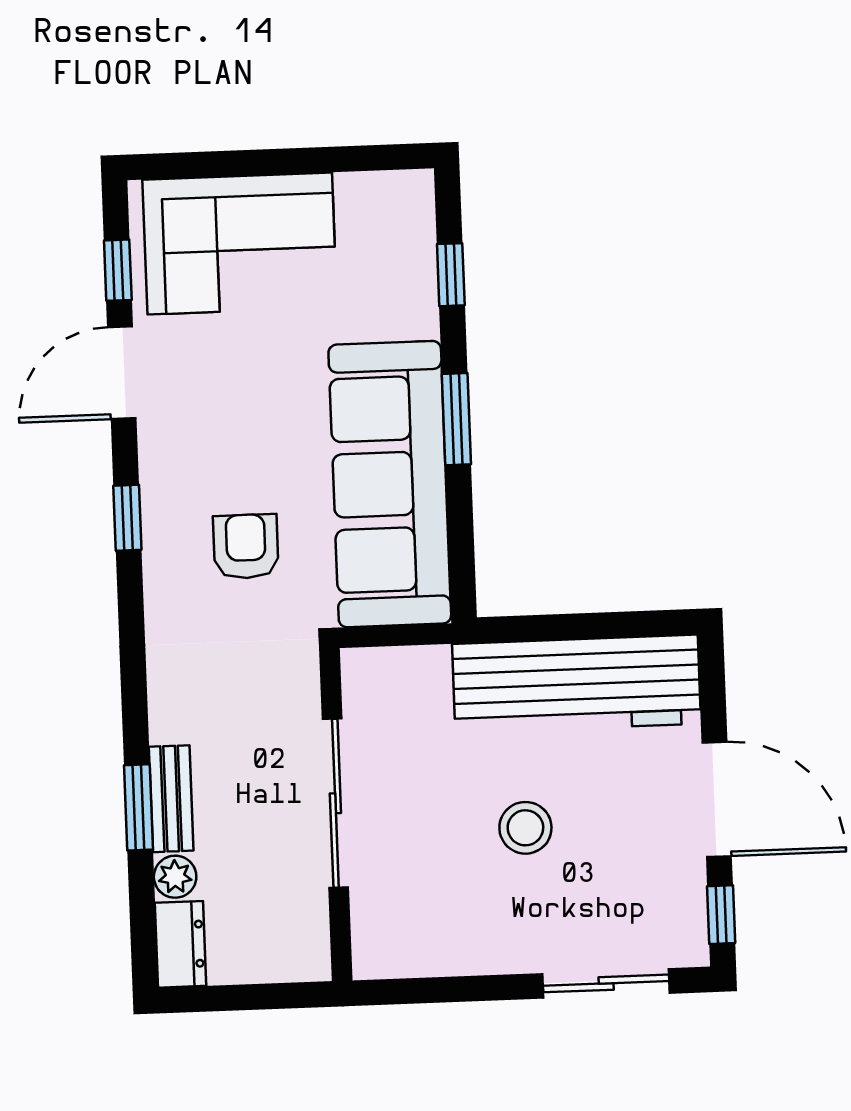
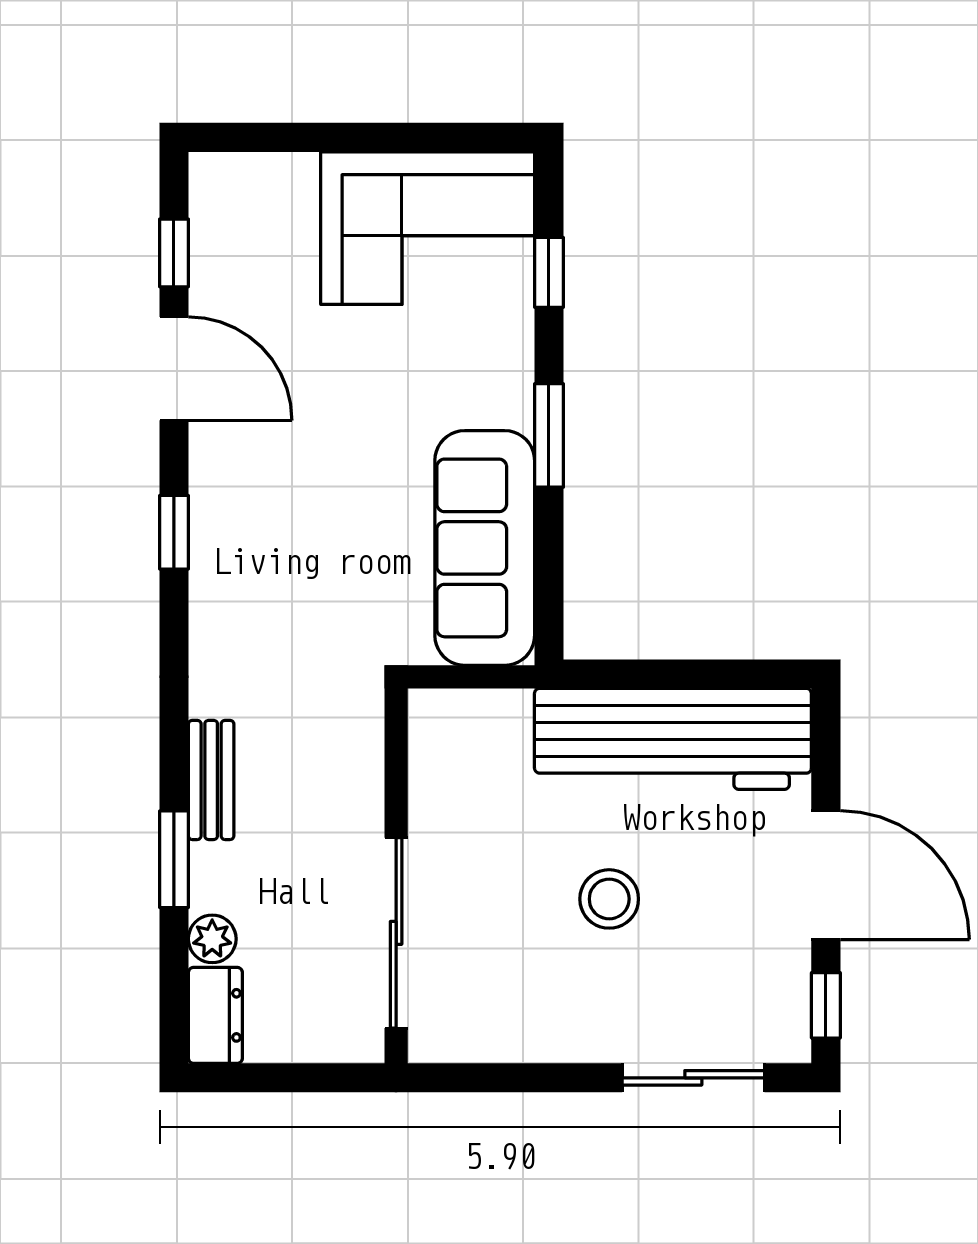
corner sofa: (240, 244) -> (428, 228), moved
door: (122, 373) -> (174, 369), swing flipped
sofa: (390, 484) -> (485, 548), width x0.74, depth x0.79
armchair: (246, 546) -> (306, 570), removed
bench: (171, 799) -> (211, 780), moved
sliding door: (335, 803) -> (396, 933), moved

